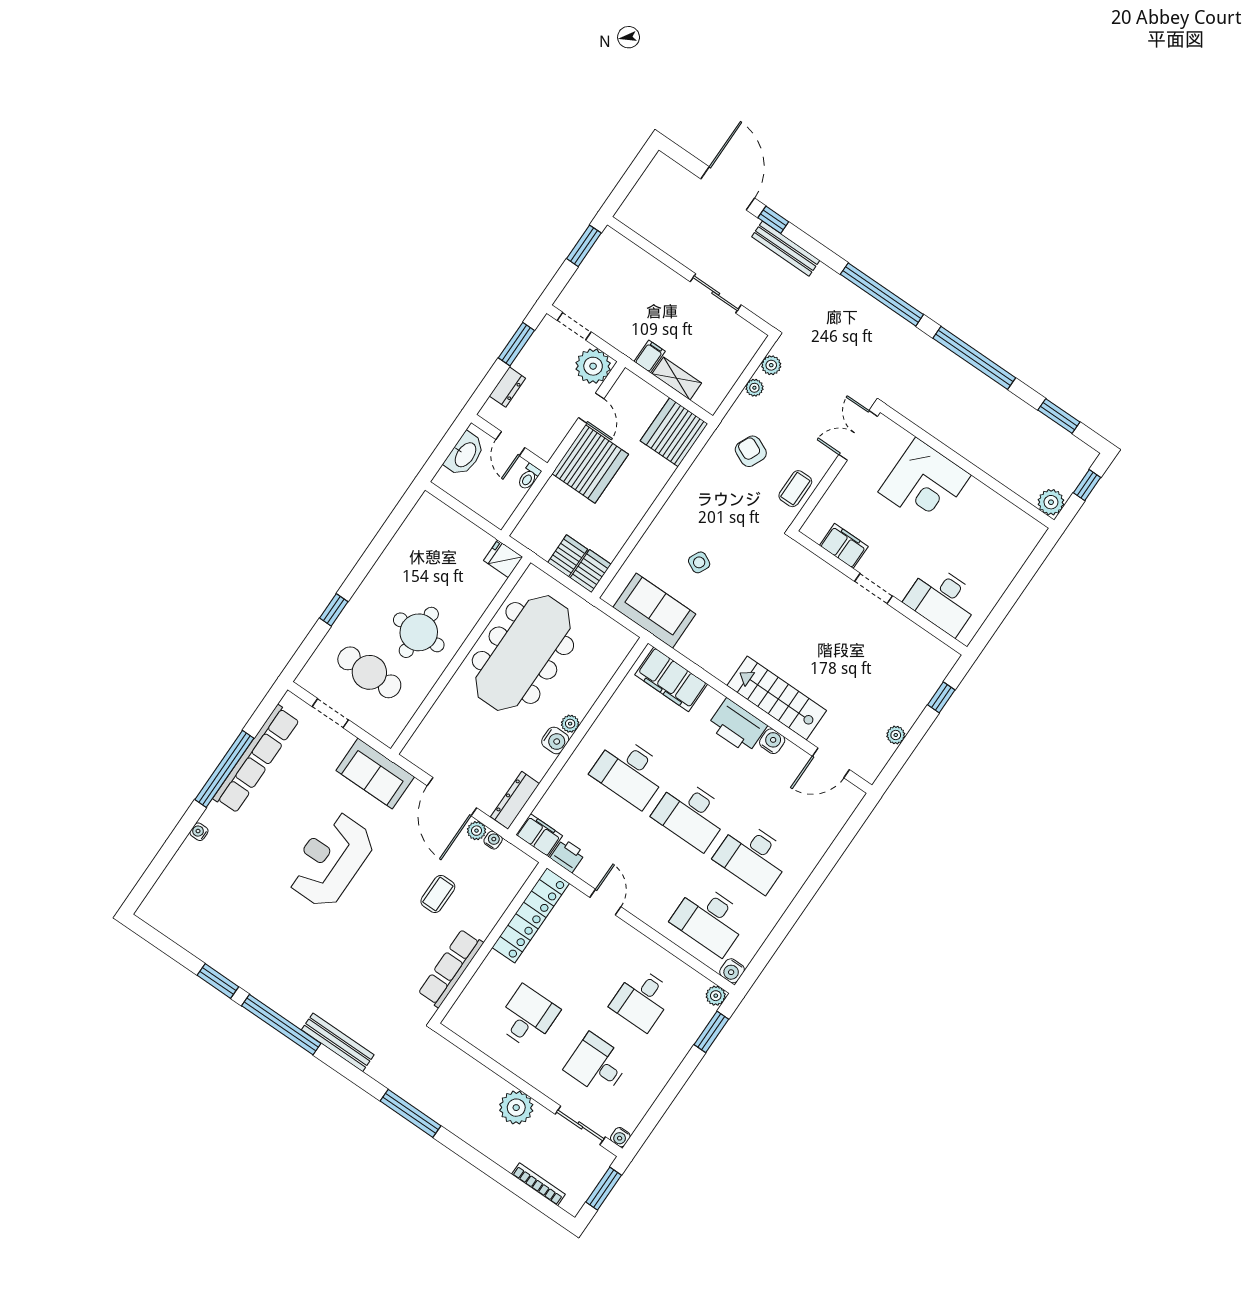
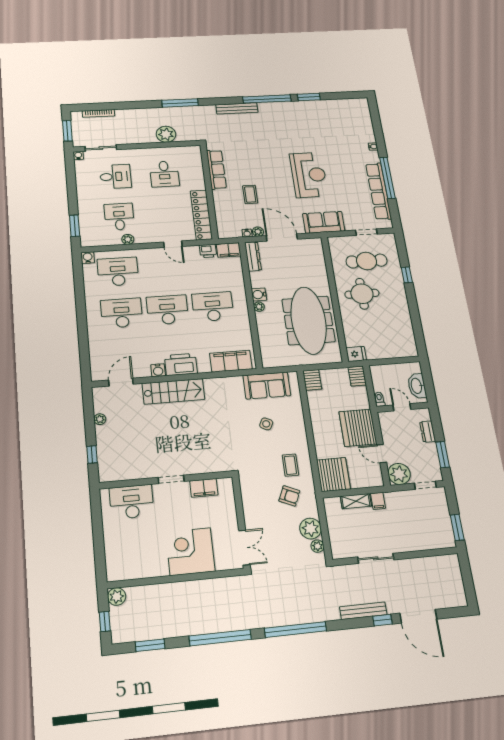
plant: (754, 388) -> (311, 529), width x1.87, depth x1.87
coffee table: (795, 489) -> (290, 465), moved
server rack: (568, 556) -> (357, 376), moved
plant: (716, 996) -> (128, 239), moved
plant: (516, 1108) -> (166, 134), moved

